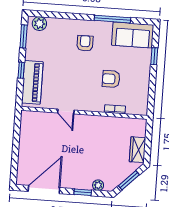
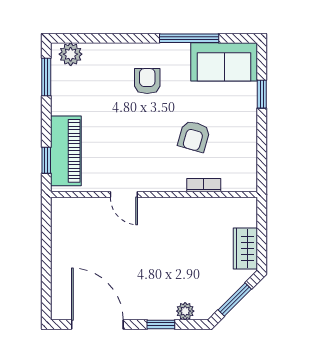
window: (21, 70) -> (46, 160), moved
armchair: (111, 79) -> (194, 136), turned -74
door: (44, 189) -> (97, 324), hinge flipped

